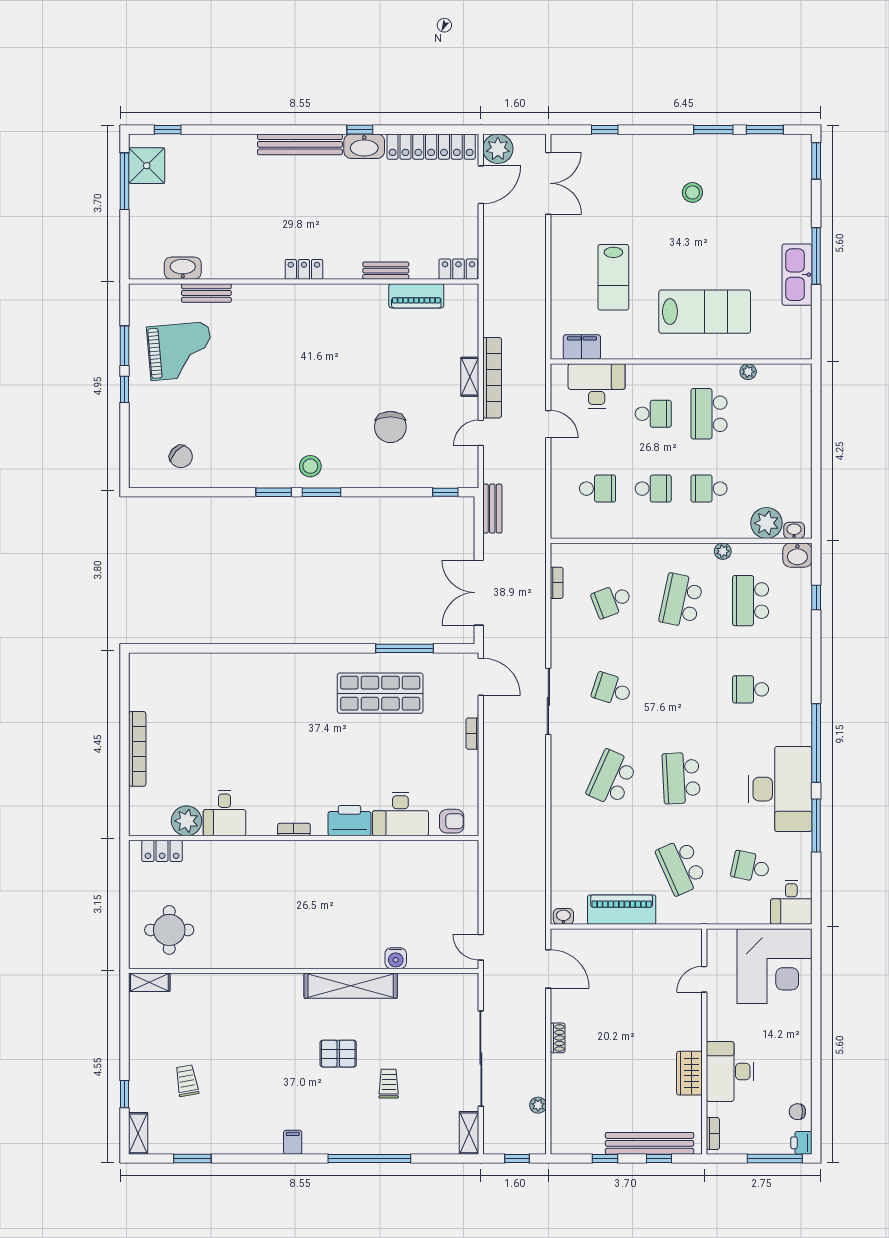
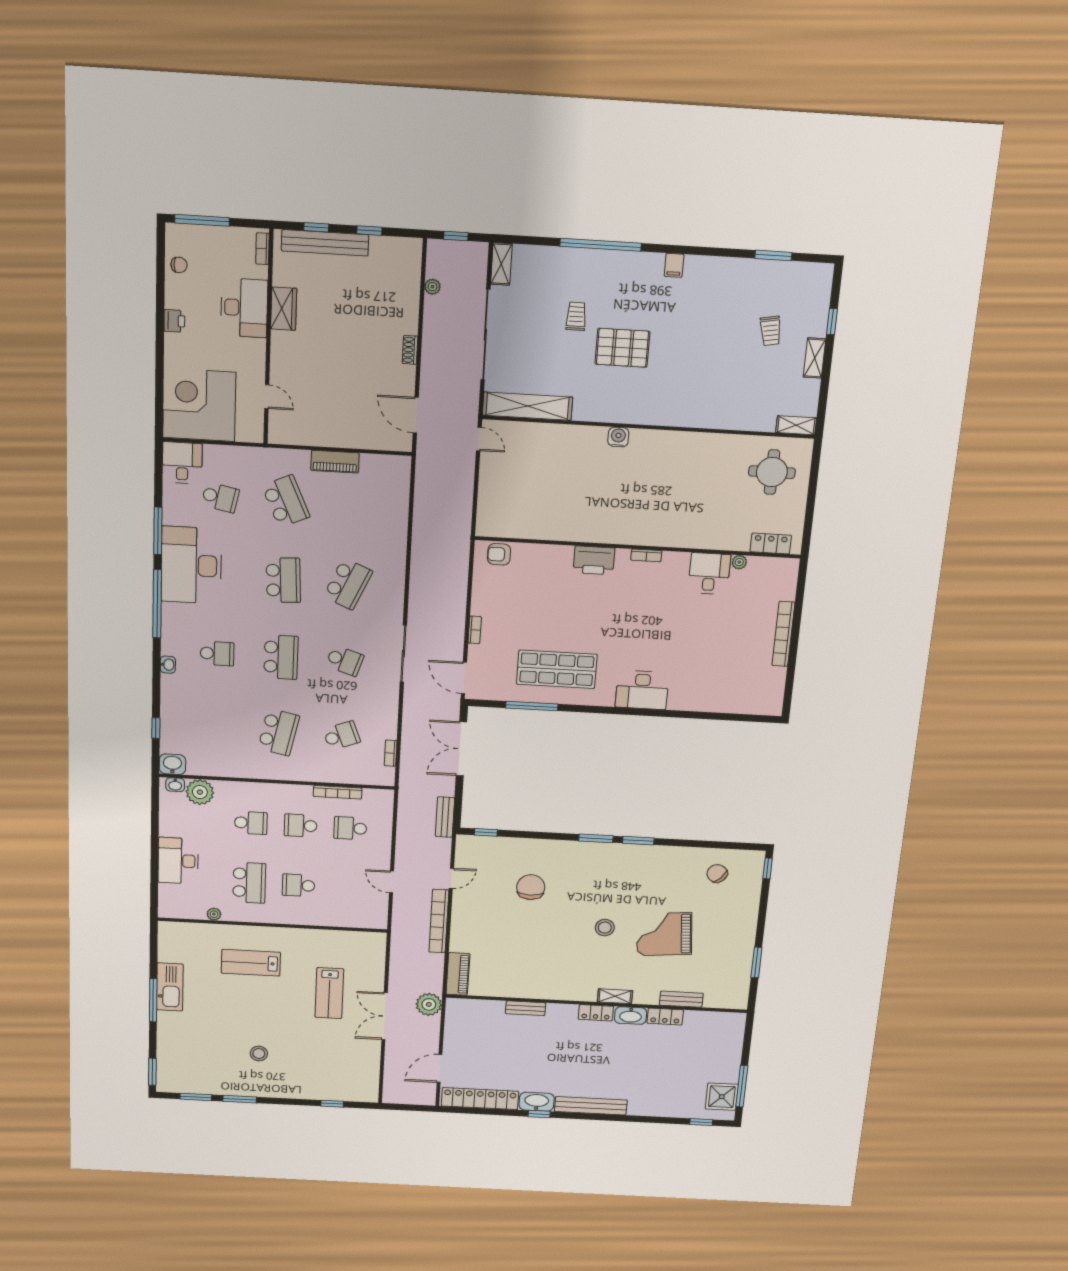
plant: (498, 149) -> (429, 1004), moved
double door: (548, 183) -> (385, 1016), moved
washbasin: (183, 268) -> (631, 1015), moved
locker: (458, 269) -> (665, 1017), moved
lab bench: (613, 277) -> (329, 993), turned 180
piano: (416, 296) -> (458, 974), moved, turned 90
lab bench: (705, 312) -> (251, 963), width x0.73, depth x0.72
filing cabinet: (582, 347) -> (359, 941), removed
grand piano: (180, 351) -> (664, 934), moved
shelving: (470, 377) -> (615, 996), moved, turned 90
desk: (597, 386) -> (178, 861), moved, turned 90
window: (125, 389) -> (768, 868), moved
stool: (310, 466) -> (605, 928), moved
bookcase: (614, 532) -> (338, 792), added
plant: (723, 551) -> (240, 771), removed
double door: (479, 593) -> (461, 749), swing flipped
school desk: (751, 601) -> (281, 657), moved
desk: (400, 814) -> (642, 690), moved, turned 180
plant: (187, 821) -> (739, 562), width x0.53, depth x0.53
piano: (622, 910) -> (335, 462), width x0.73, depth x0.75
washbasin: (563, 916) -> (168, 665), moved, turned -90
water cooler: (396, 958) -> (618, 437), moved
door: (704, 979) -> (267, 397), hinge flipped
shelving: (351, 986) -> (527, 406), moved
pallet: (338, 1054) -> (622, 348), width x1.50, depth x1.42
trolley: (389, 1084) -> (576, 316), turned 180
shelving: (138, 1133) -> (815, 358), moved
printer: (801, 1143) -> (174, 321), moved

